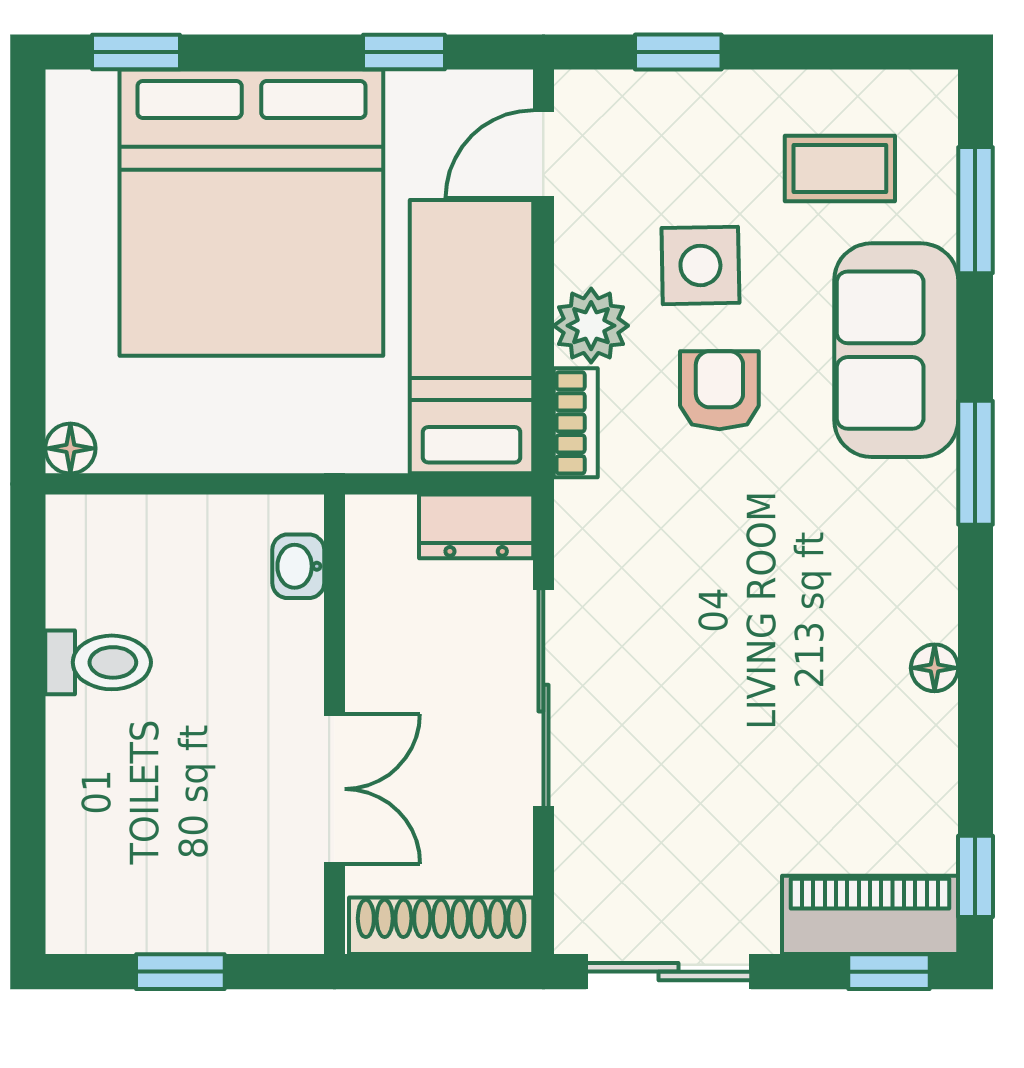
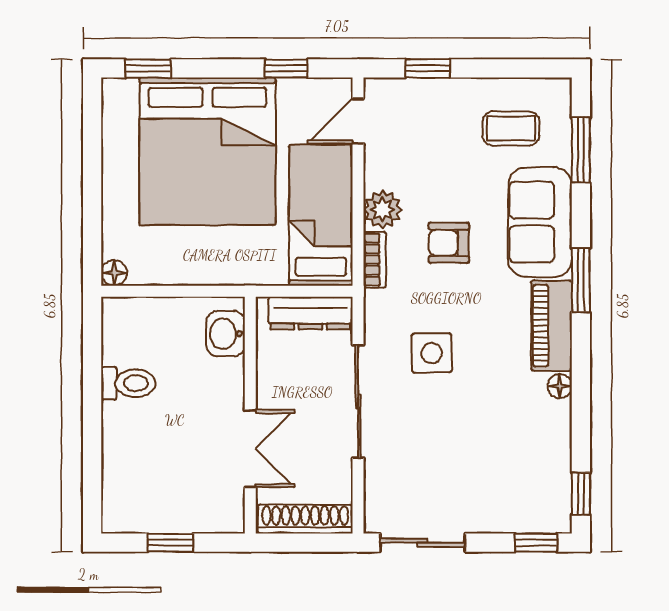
side table: (700, 265) -> (432, 353), moved
armchair: (719, 390) -> (449, 243), turned -90
dresser: (476, 526) -> (310, 313), width x1.44
washbasin: (298, 566) -> (226, 334), width x1.38, depth x1.45
piano: (870, 915) -> (552, 326), moved, turned -90

